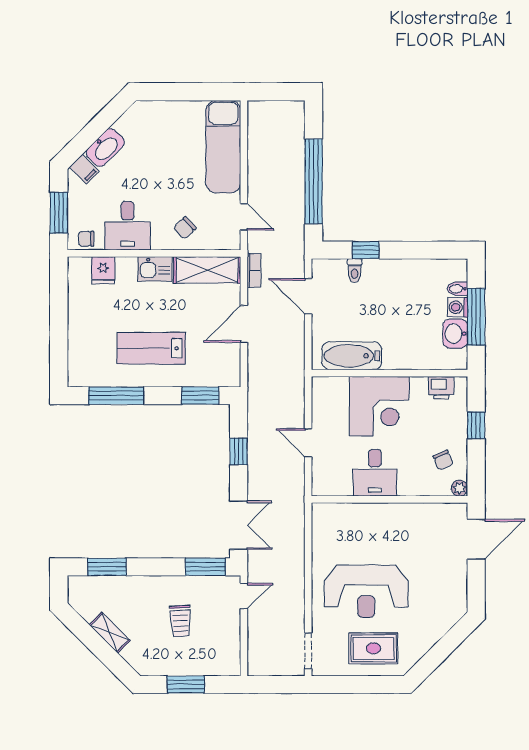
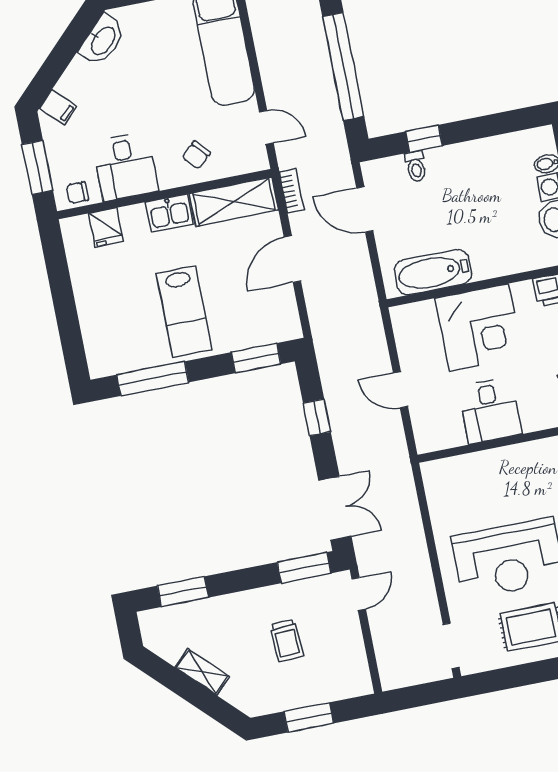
washbasin: (105, 148) -> (102, 40), moved
lab bench: (151, 348) -> (184, 312), turned -90

